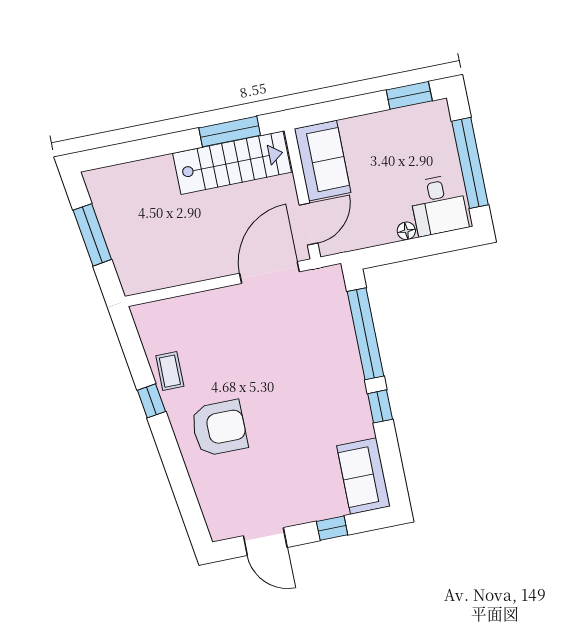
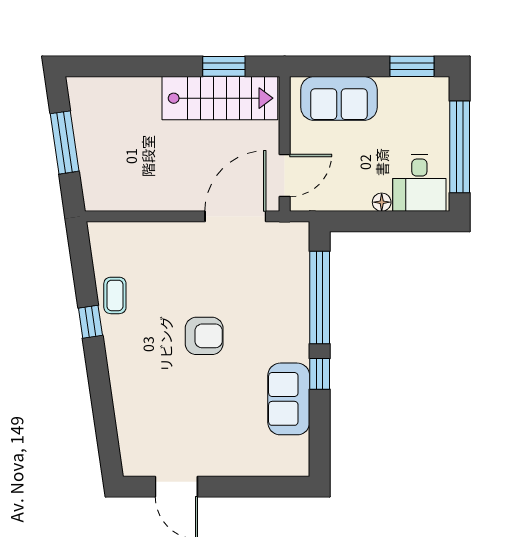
window: (230, 132) -> (224, 66), width x0.69
sofa: (323, 161) -> (339, 98), moved, turned 90
armchair: (219, 428) -> (204, 336), moved, width x0.73, depth x0.73
sofa: (364, 476) -> (289, 399), moved
window: (332, 528) -> (246, 487), removed

